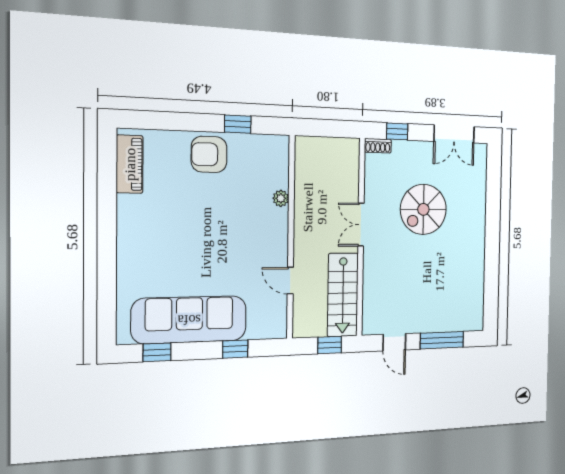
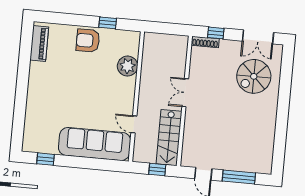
shoe rack: (378, 146) -> (205, 42), width x1.43
plant: (281, 198) -> (128, 66), width x1.87, depth x1.87
spiral stairs: (423, 209) -> (254, 76), moved
sofa: (189, 320) -> (95, 144), moved
window: (235, 349) -> (94, 164), removed

